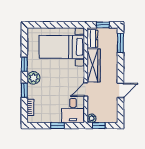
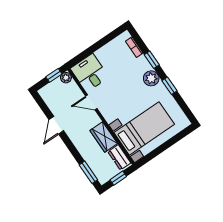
wardrobe: (93, 66) -> (104, 137), width x0.67
door: (86, 89) -> (91, 102), swing flipped
window: (57, 126) -> (95, 47), removed

